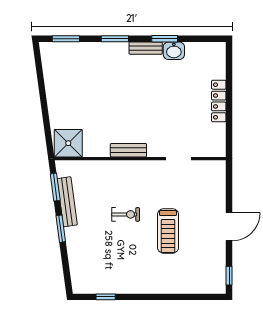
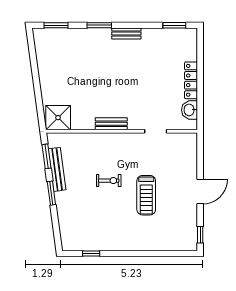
window: (165, 39) -> (174, 25), moved
washbasin: (174, 51) -> (190, 110), moved, turned 90

